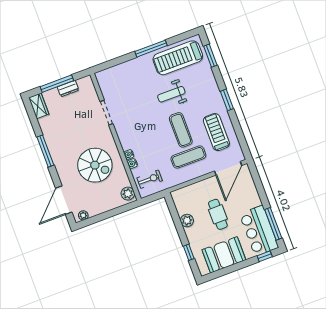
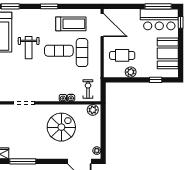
treadmill: (216, 132) -> (71, 24), turned 180
window: (45, 151) -> (23, 161), moved
cafe table: (218, 214) -> (122, 55), moved

